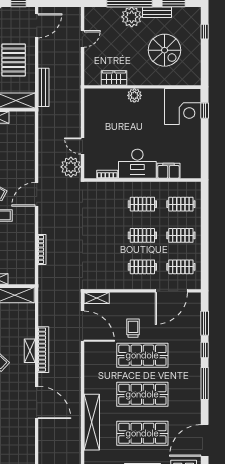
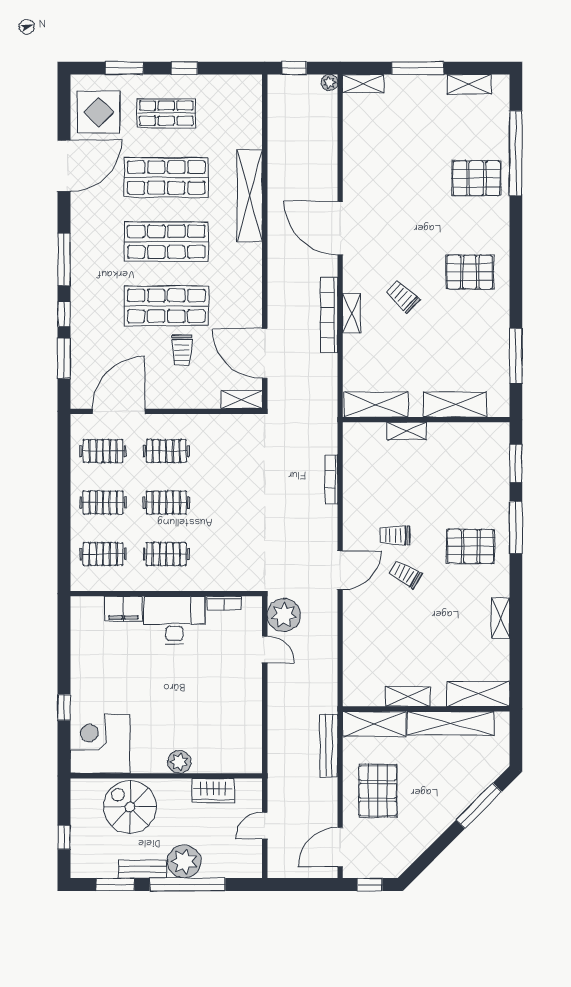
wardrobe: (114, 78) -> (213, 791), moved
wall: (142, 87) -> (166, 776), moved
plant: (134, 95) -> (179, 762), moved
corner desk: (183, 107) -> (100, 744), moved

